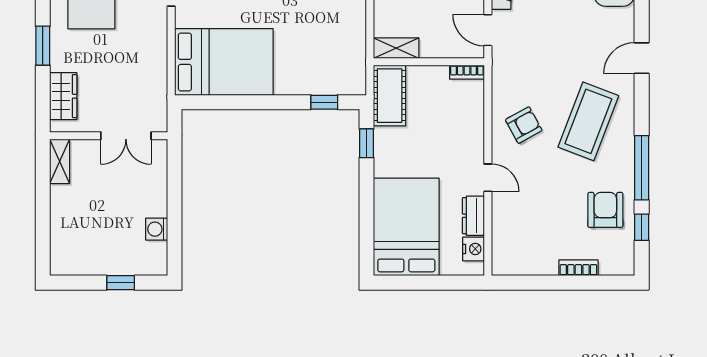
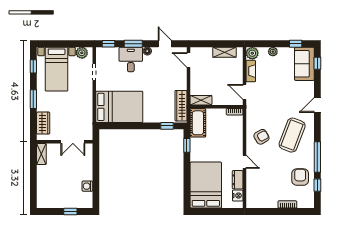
wardrobe: (354, 60) -> (181, 106), added

